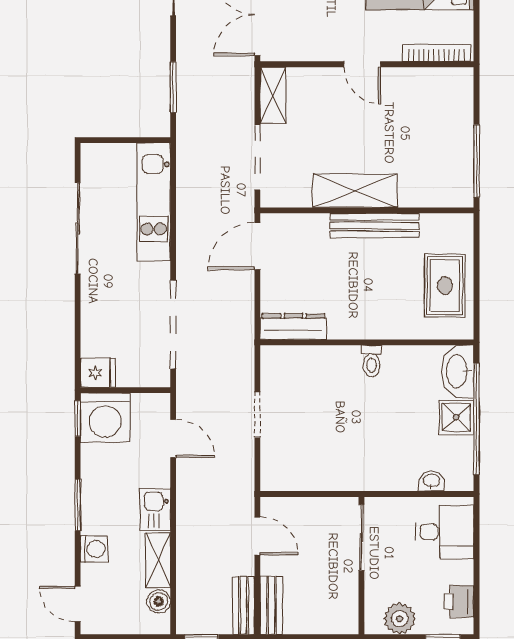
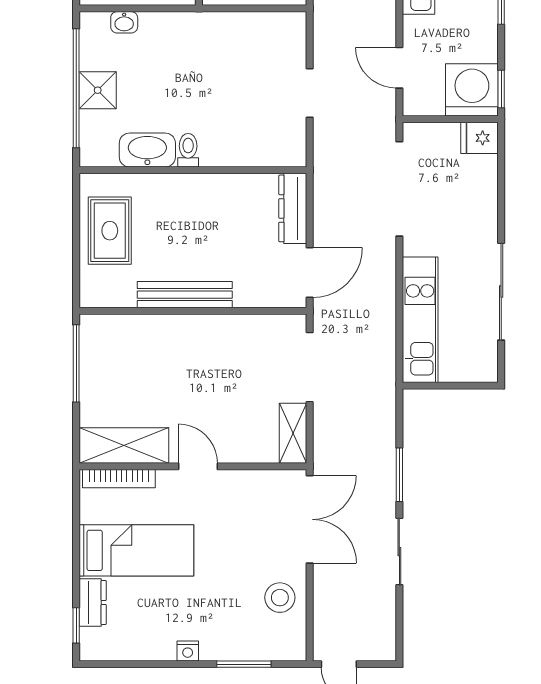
window: (173, 87) -> (399, 475), moved
shelving: (355, 191) -> (124, 446), moved
dresser: (293, 327) -> (293, 208), moved, turned 90
washbasin: (458, 371) -> (147, 150), moved, turned -90

